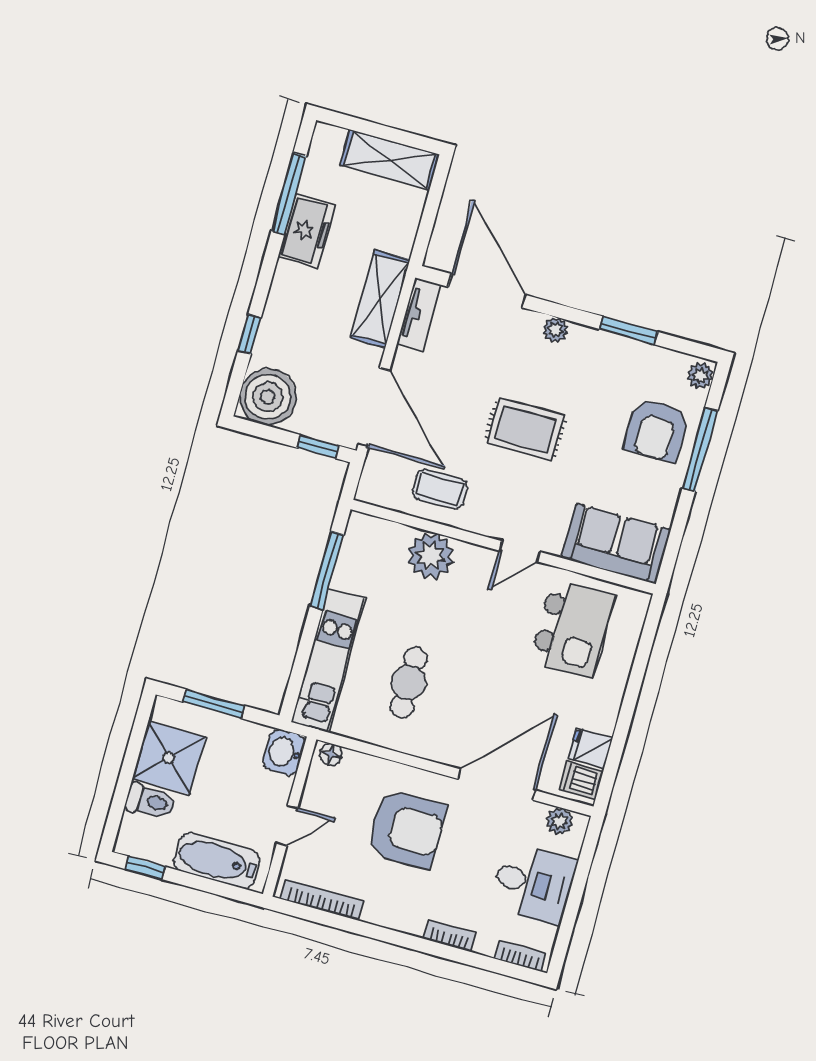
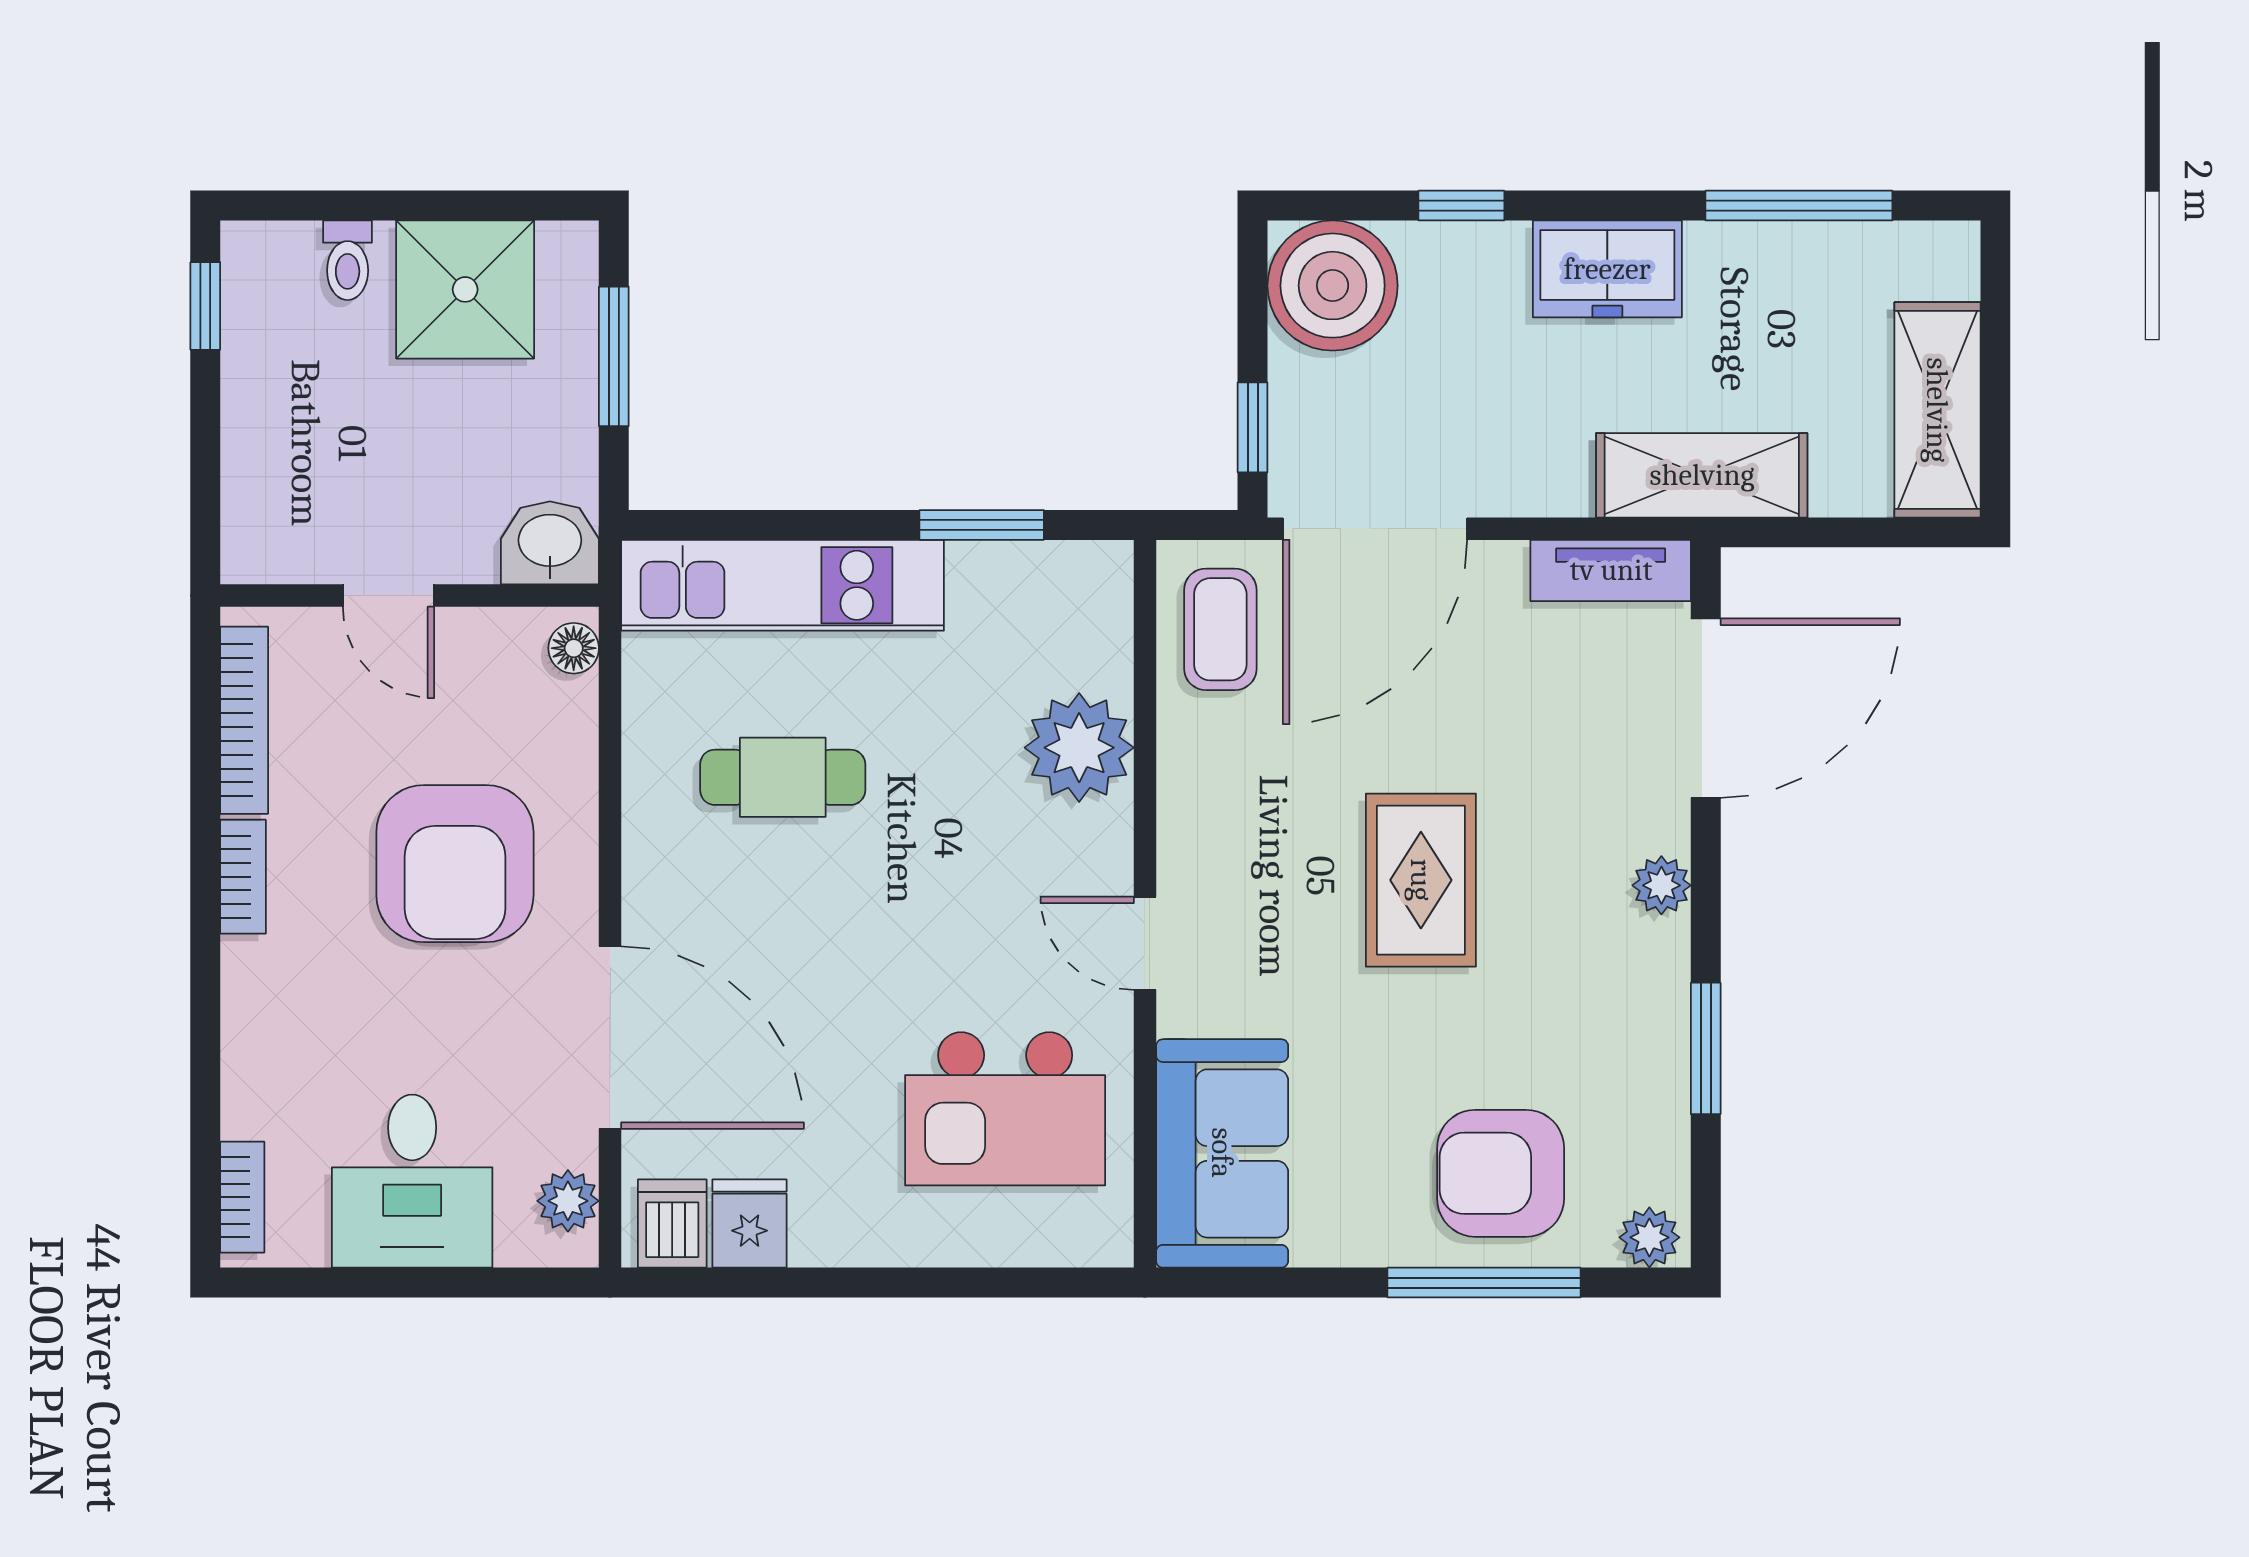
freezer: (307, 231) -> (1607, 269), moved
shelving: (380, 299) -> (1702, 475), moved
coffee table: (440, 489) -> (1220, 629), moved
window: (327, 571) -> (982, 525), width x0.69
toilet: (150, 801) -> (348, 260), width x0.73, depth x0.72
bathtub: (217, 861) -> (266, 461), removed
bookcase: (450, 936) -> (243, 877), moved

